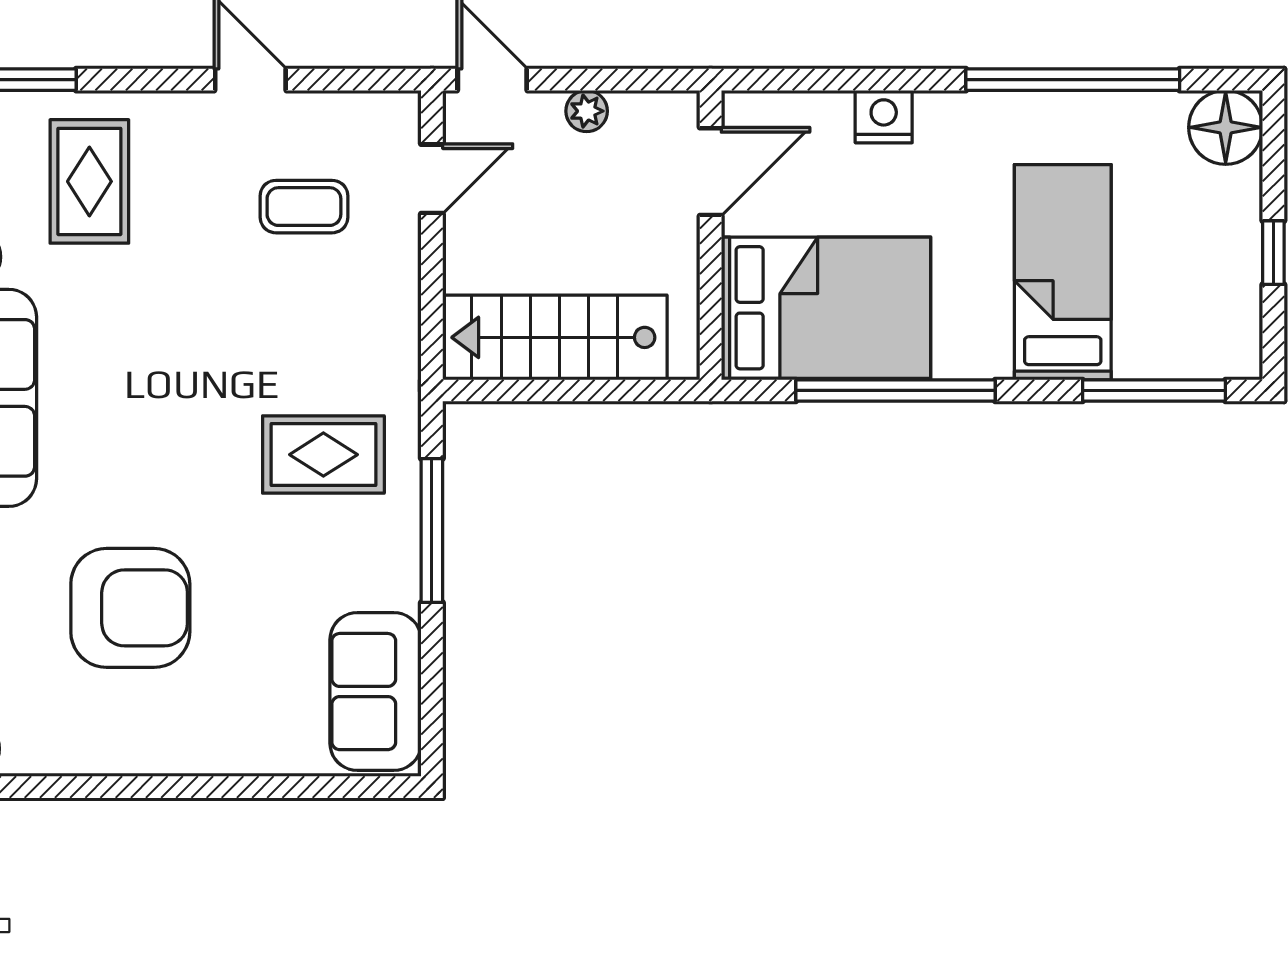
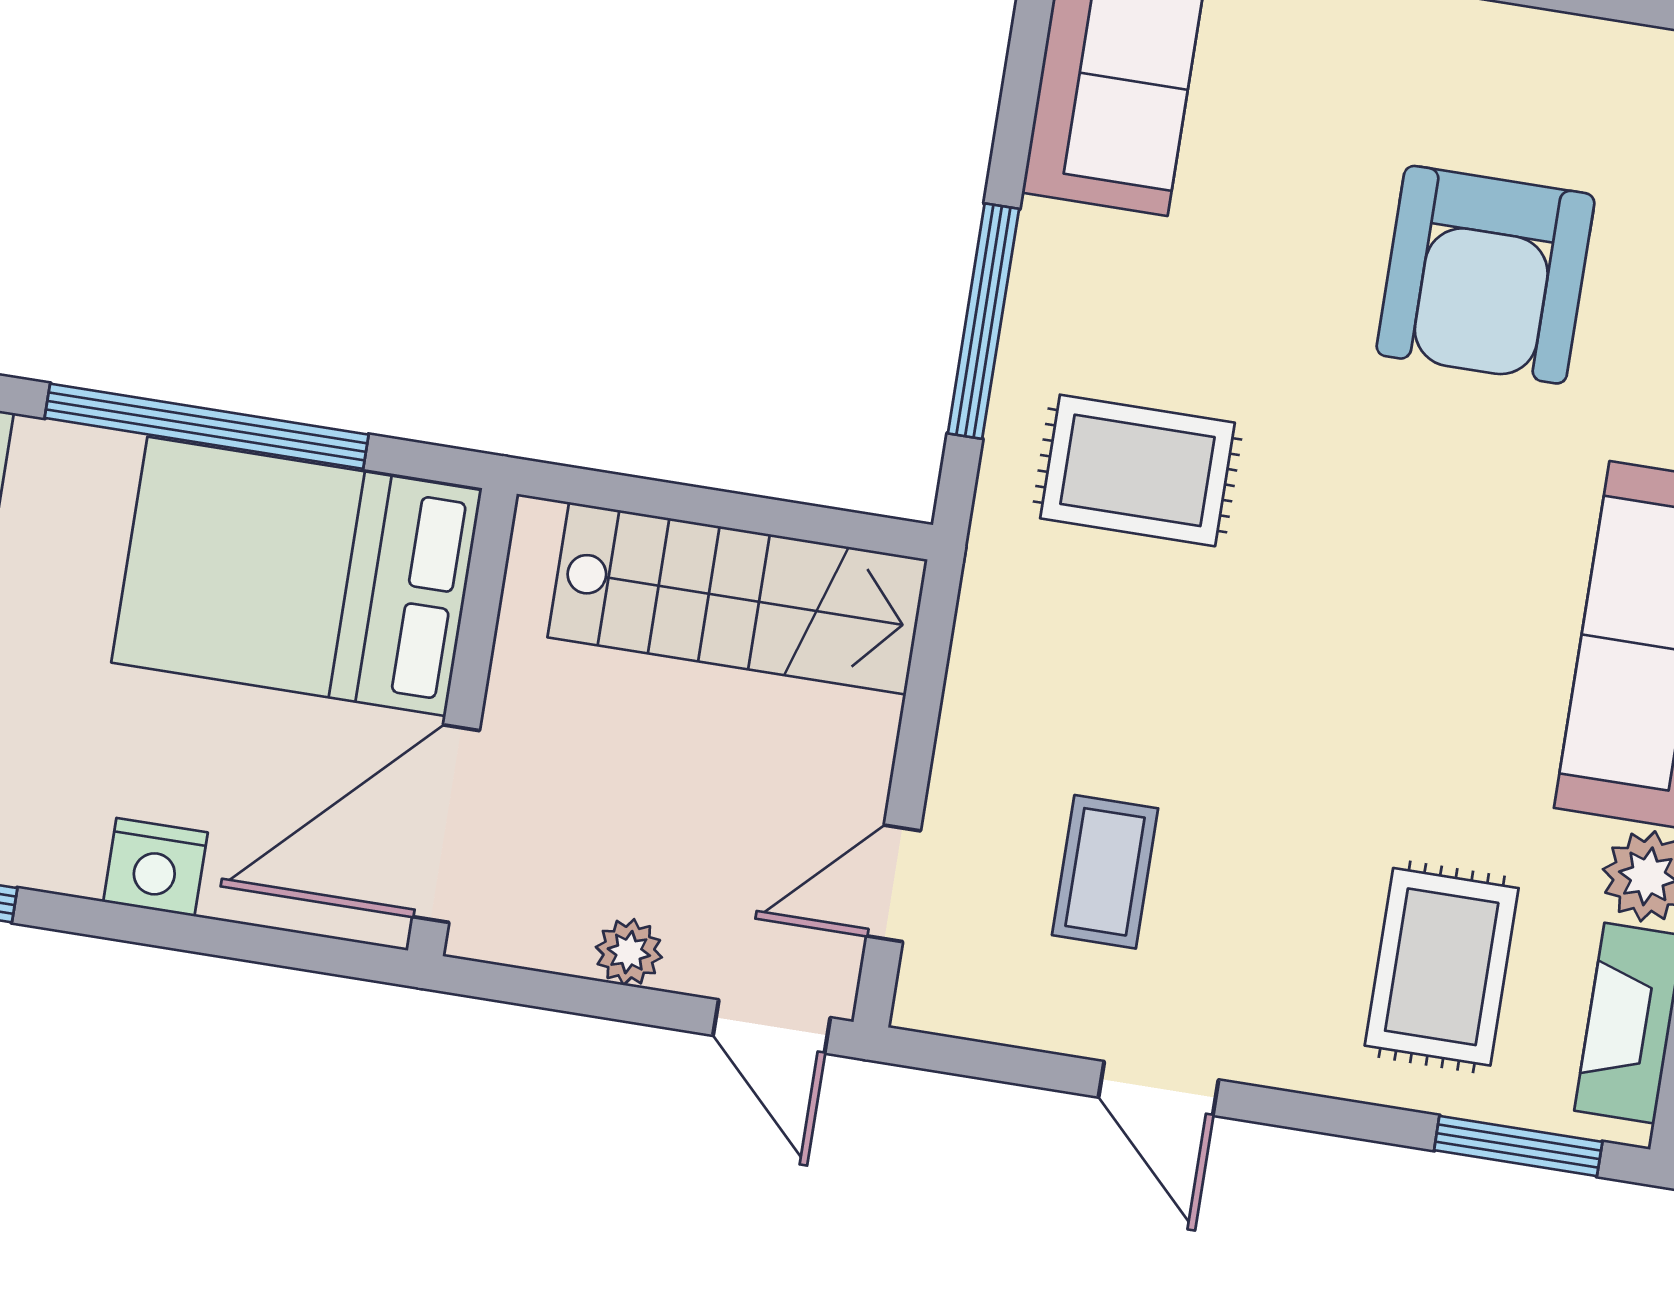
door: (711, 172) -> (446, 824), width x1.36
coffee table: (304, 207) -> (1105, 872), turned 90
armchair: (130, 608) -> (1485, 275), turned -90

